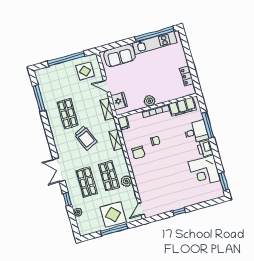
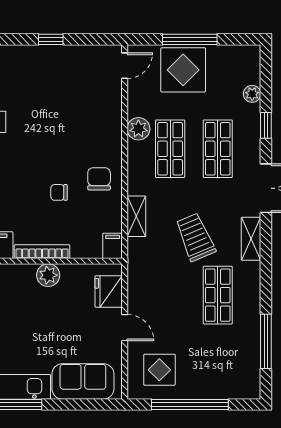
shelving: (107, 109) -> (251, 239), moved

